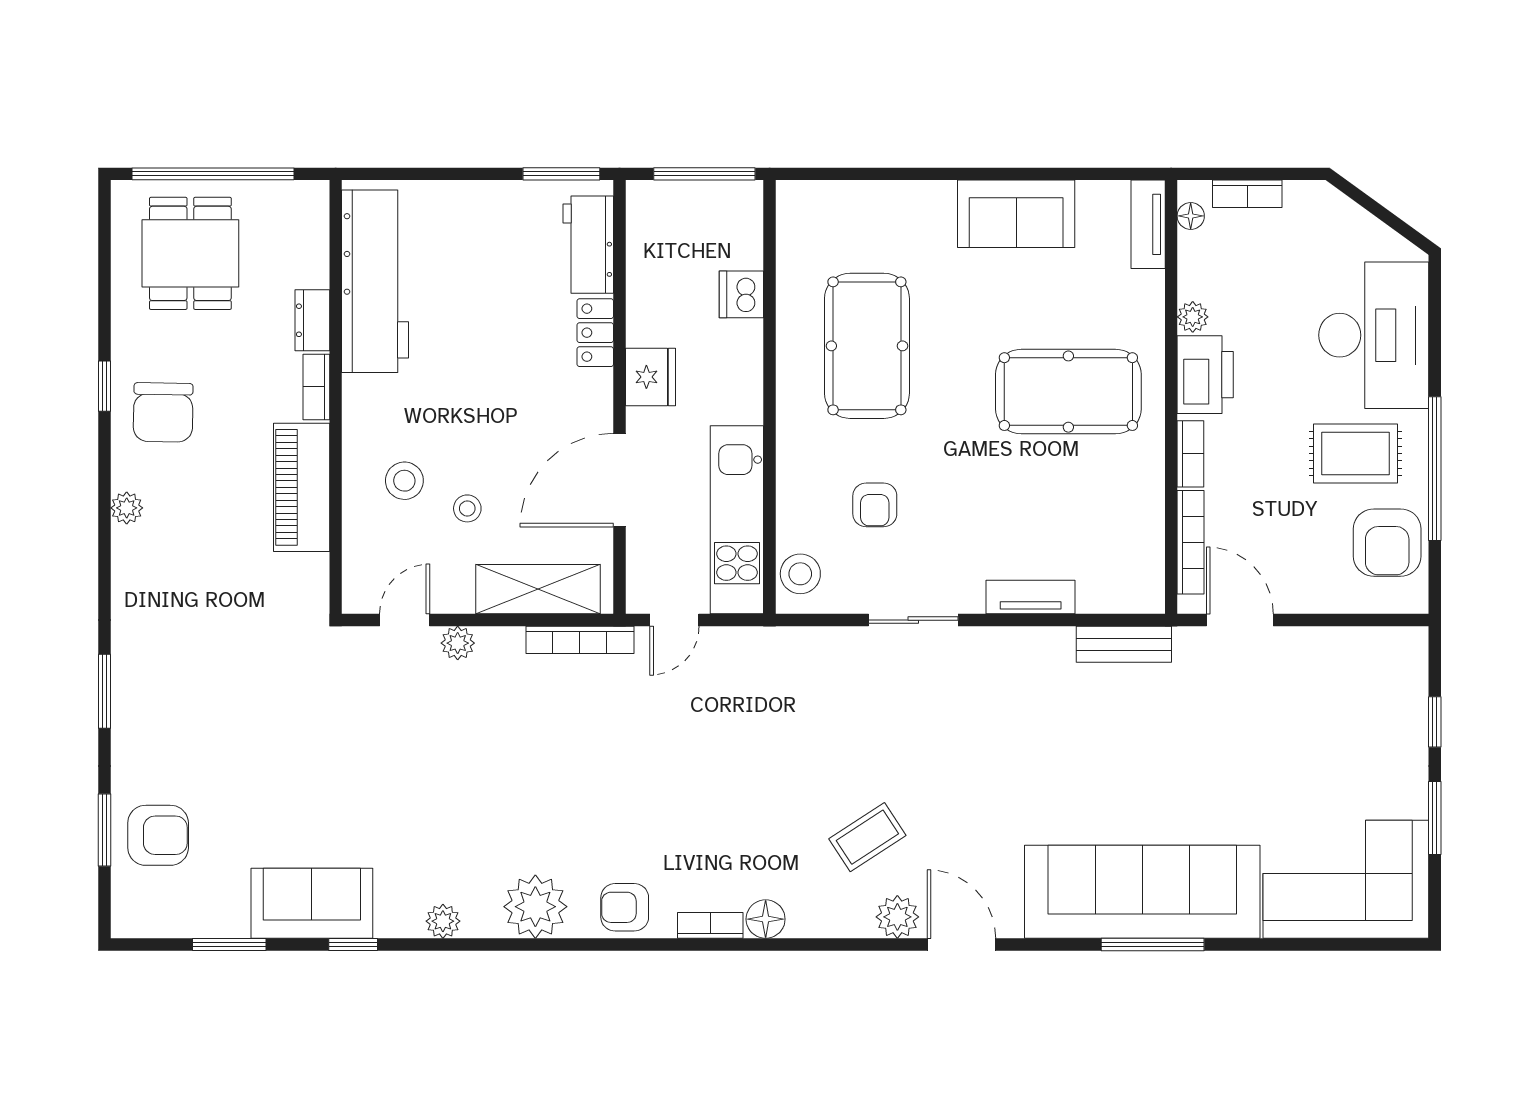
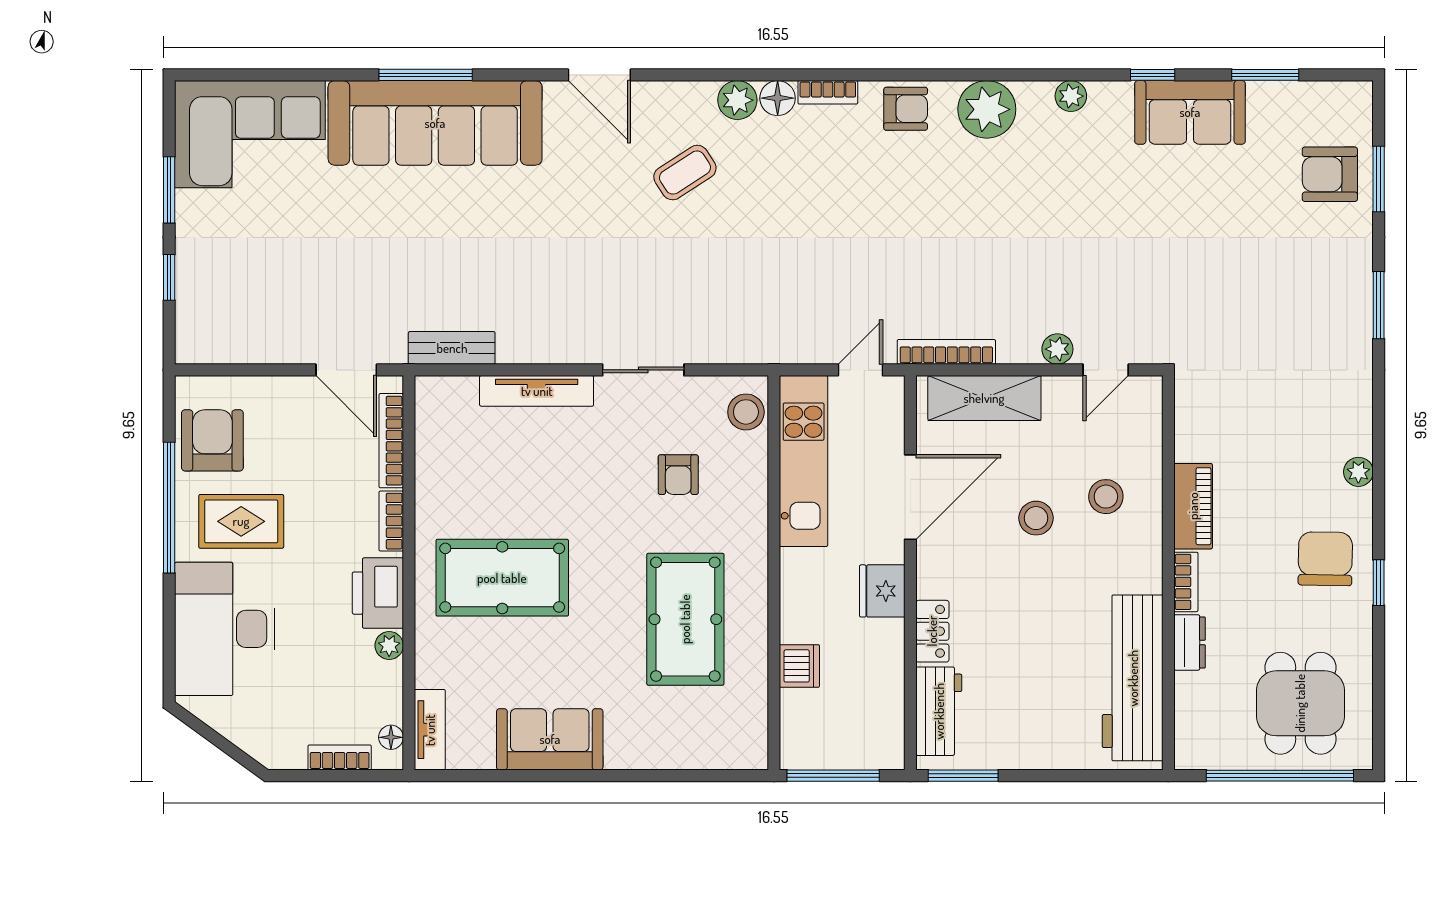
piano: (302, 487) -> (1193, 506), width x0.73, depth x0.75
armchair: (875, 505) -> (678, 475), turned 180
stool: (467, 508) -> (1036, 518), moved, width x1.37, depth x1.37
tv unit: (1031, 597) -> (537, 391), width x1.41
plant: (897, 917) -> (737, 100), moved

